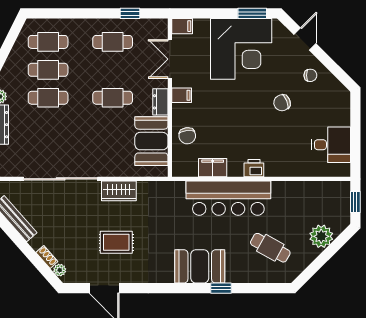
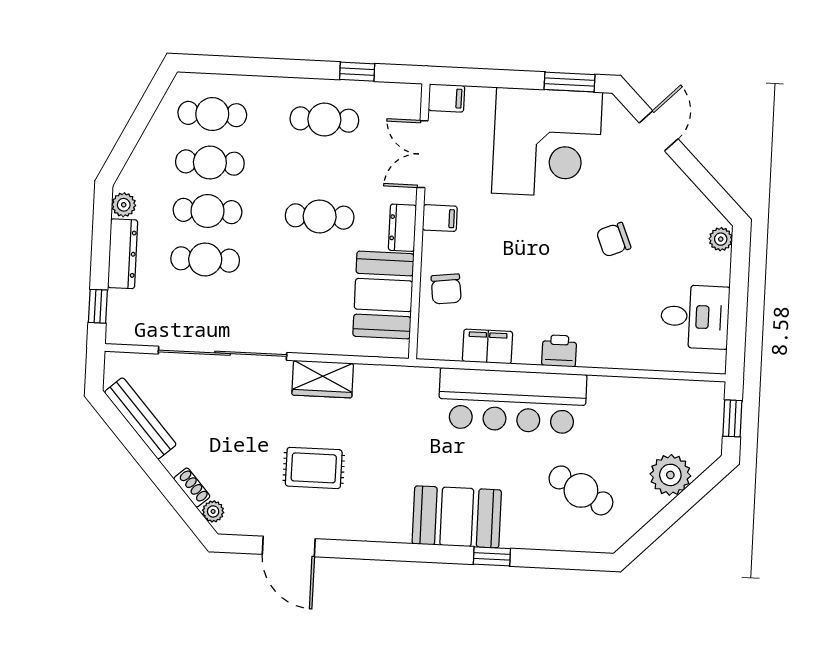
chair: (310, 75) -> (665, 194), removed
plant: (344, 99) -> (721, 239), added
cafe table: (48, 126) -> (205, 259), added

